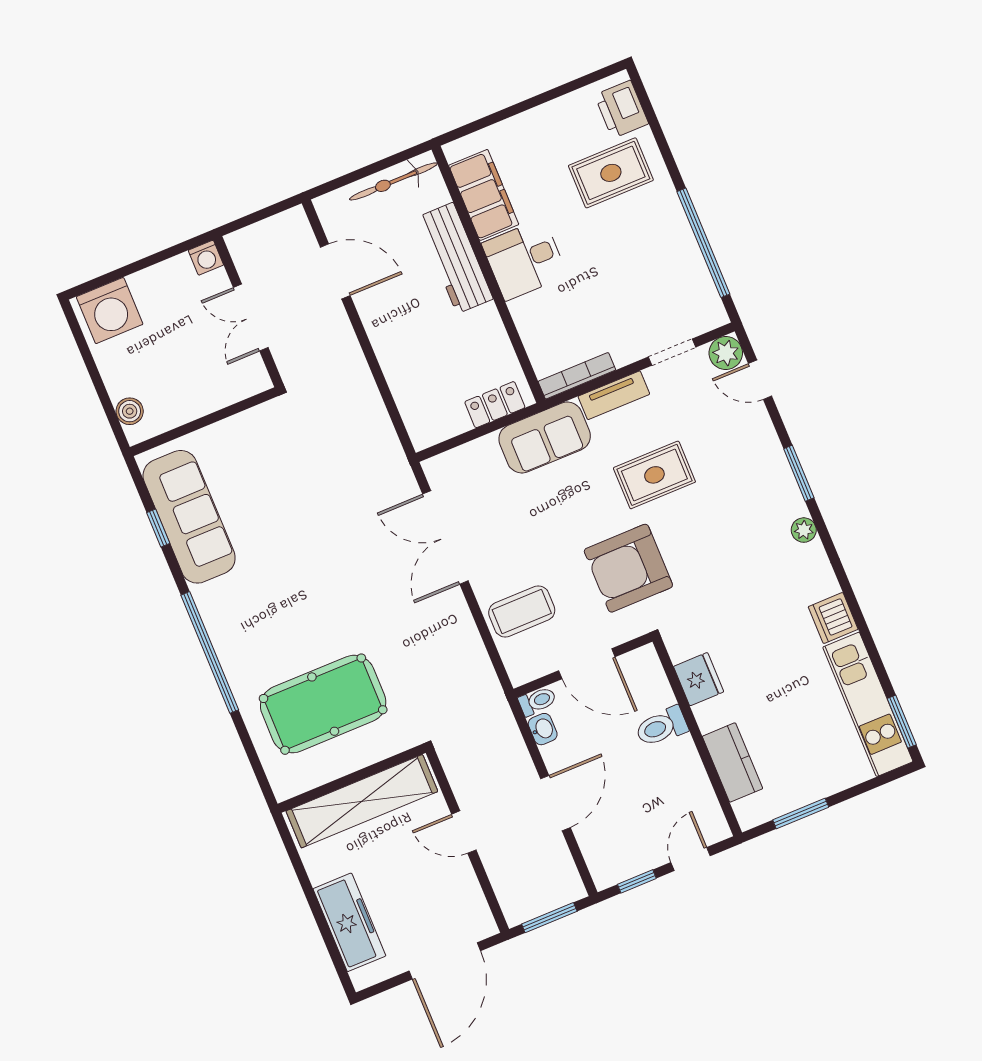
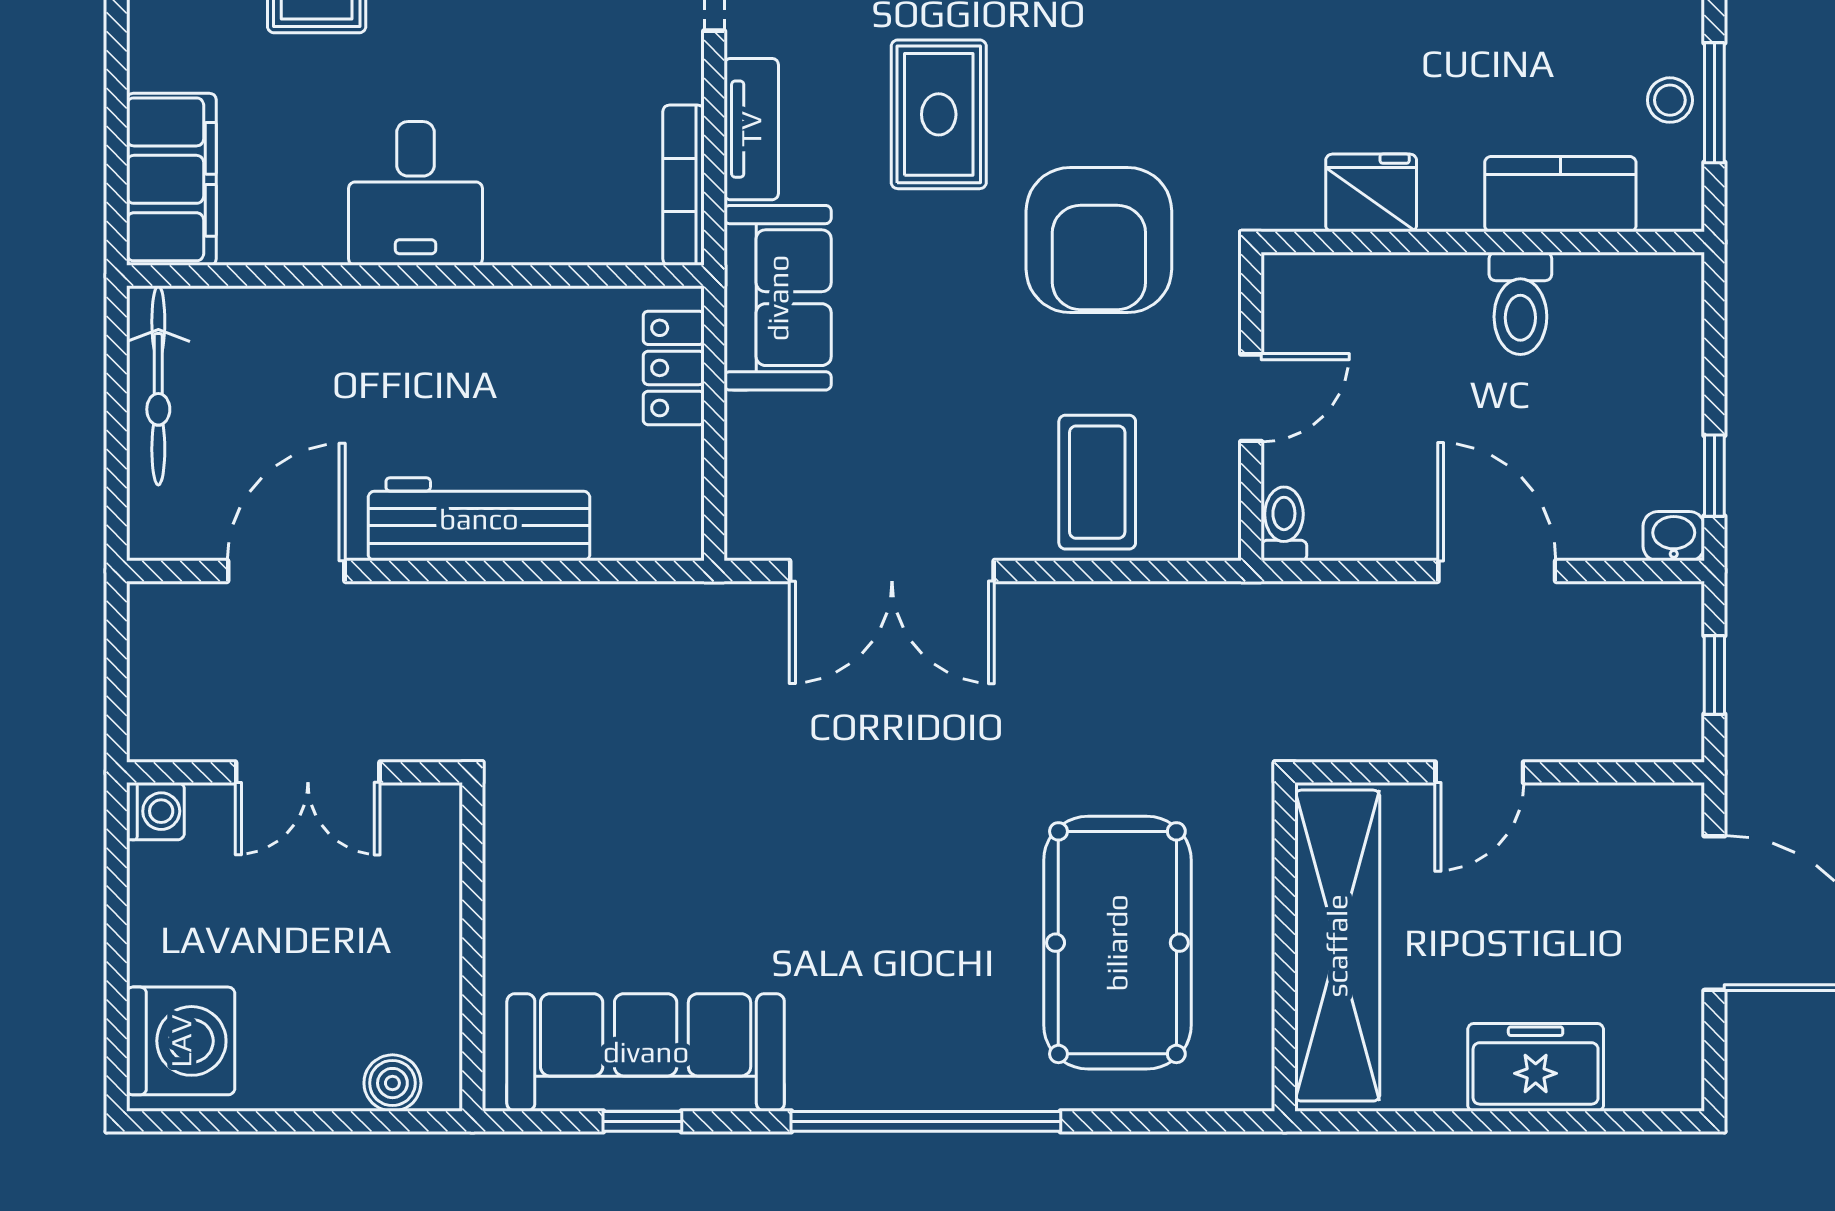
filing cabinet: (484, 195) -> (171, 179), moved, turned 90
workbench: (455, 258) -> (479, 519), moved, turned 180
door: (587, 664) -> (1251, 398), width x0.73
toilet: (661, 727) -> (1520, 303), moved
washbasin: (543, 729) -> (1674, 536), moved
stool: (794, 793) -> (1670, 100), added
door: (691, 859) -> (1714, 353), removed
window: (549, 918) -> (1714, 675), width x0.67
freezer: (349, 922) -> (1536, 1067), width x0.71

